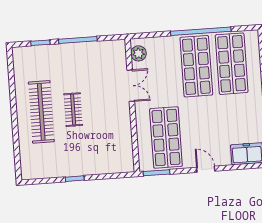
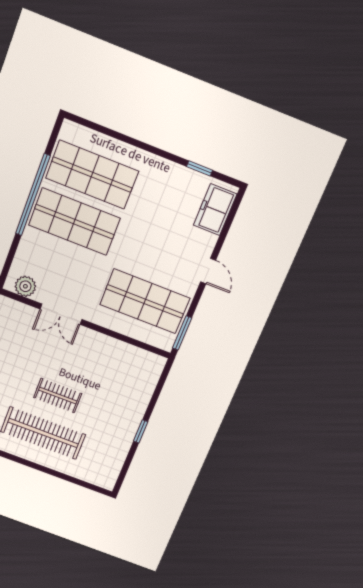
double door: (131, 86) -> (61, 314), swing flipped
door: (206, 169) -> (208, 271), swing flipped

